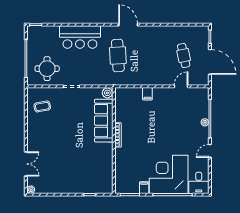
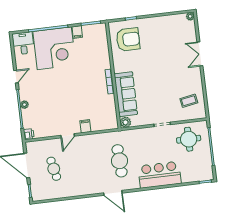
door: (181, 86) -> (68, 136), moved
printer: (204, 93) -> (29, 134), added
double door: (26, 164) -> (200, 54), moved
armchair: (95, 174) -> (128, 39), added

